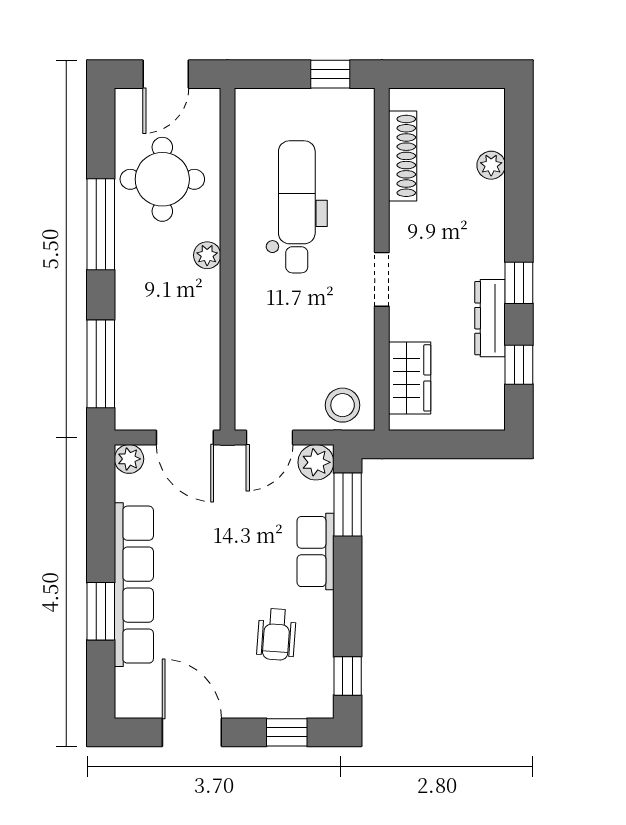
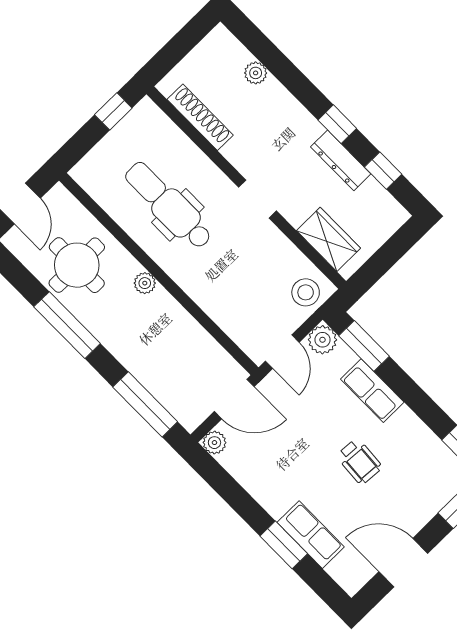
row of seats: (134, 585) -> (311, 535), width x0.50
wheelchair: (276, 634) -> (359, 461), moved

